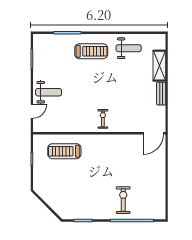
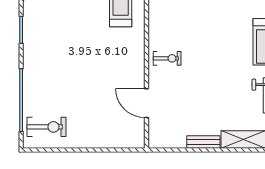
door: (153, 133) -> (146, 103), moved
exercise bike: (123, 200) -> (46, 127), moved

